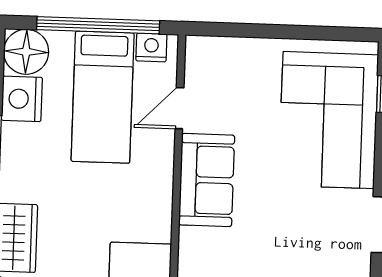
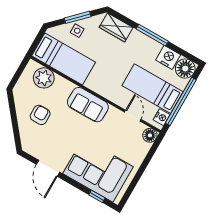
floor lamp: (201, 52) -> (150, 135), added
sofa: (207, 180) -> (88, 105), moved

